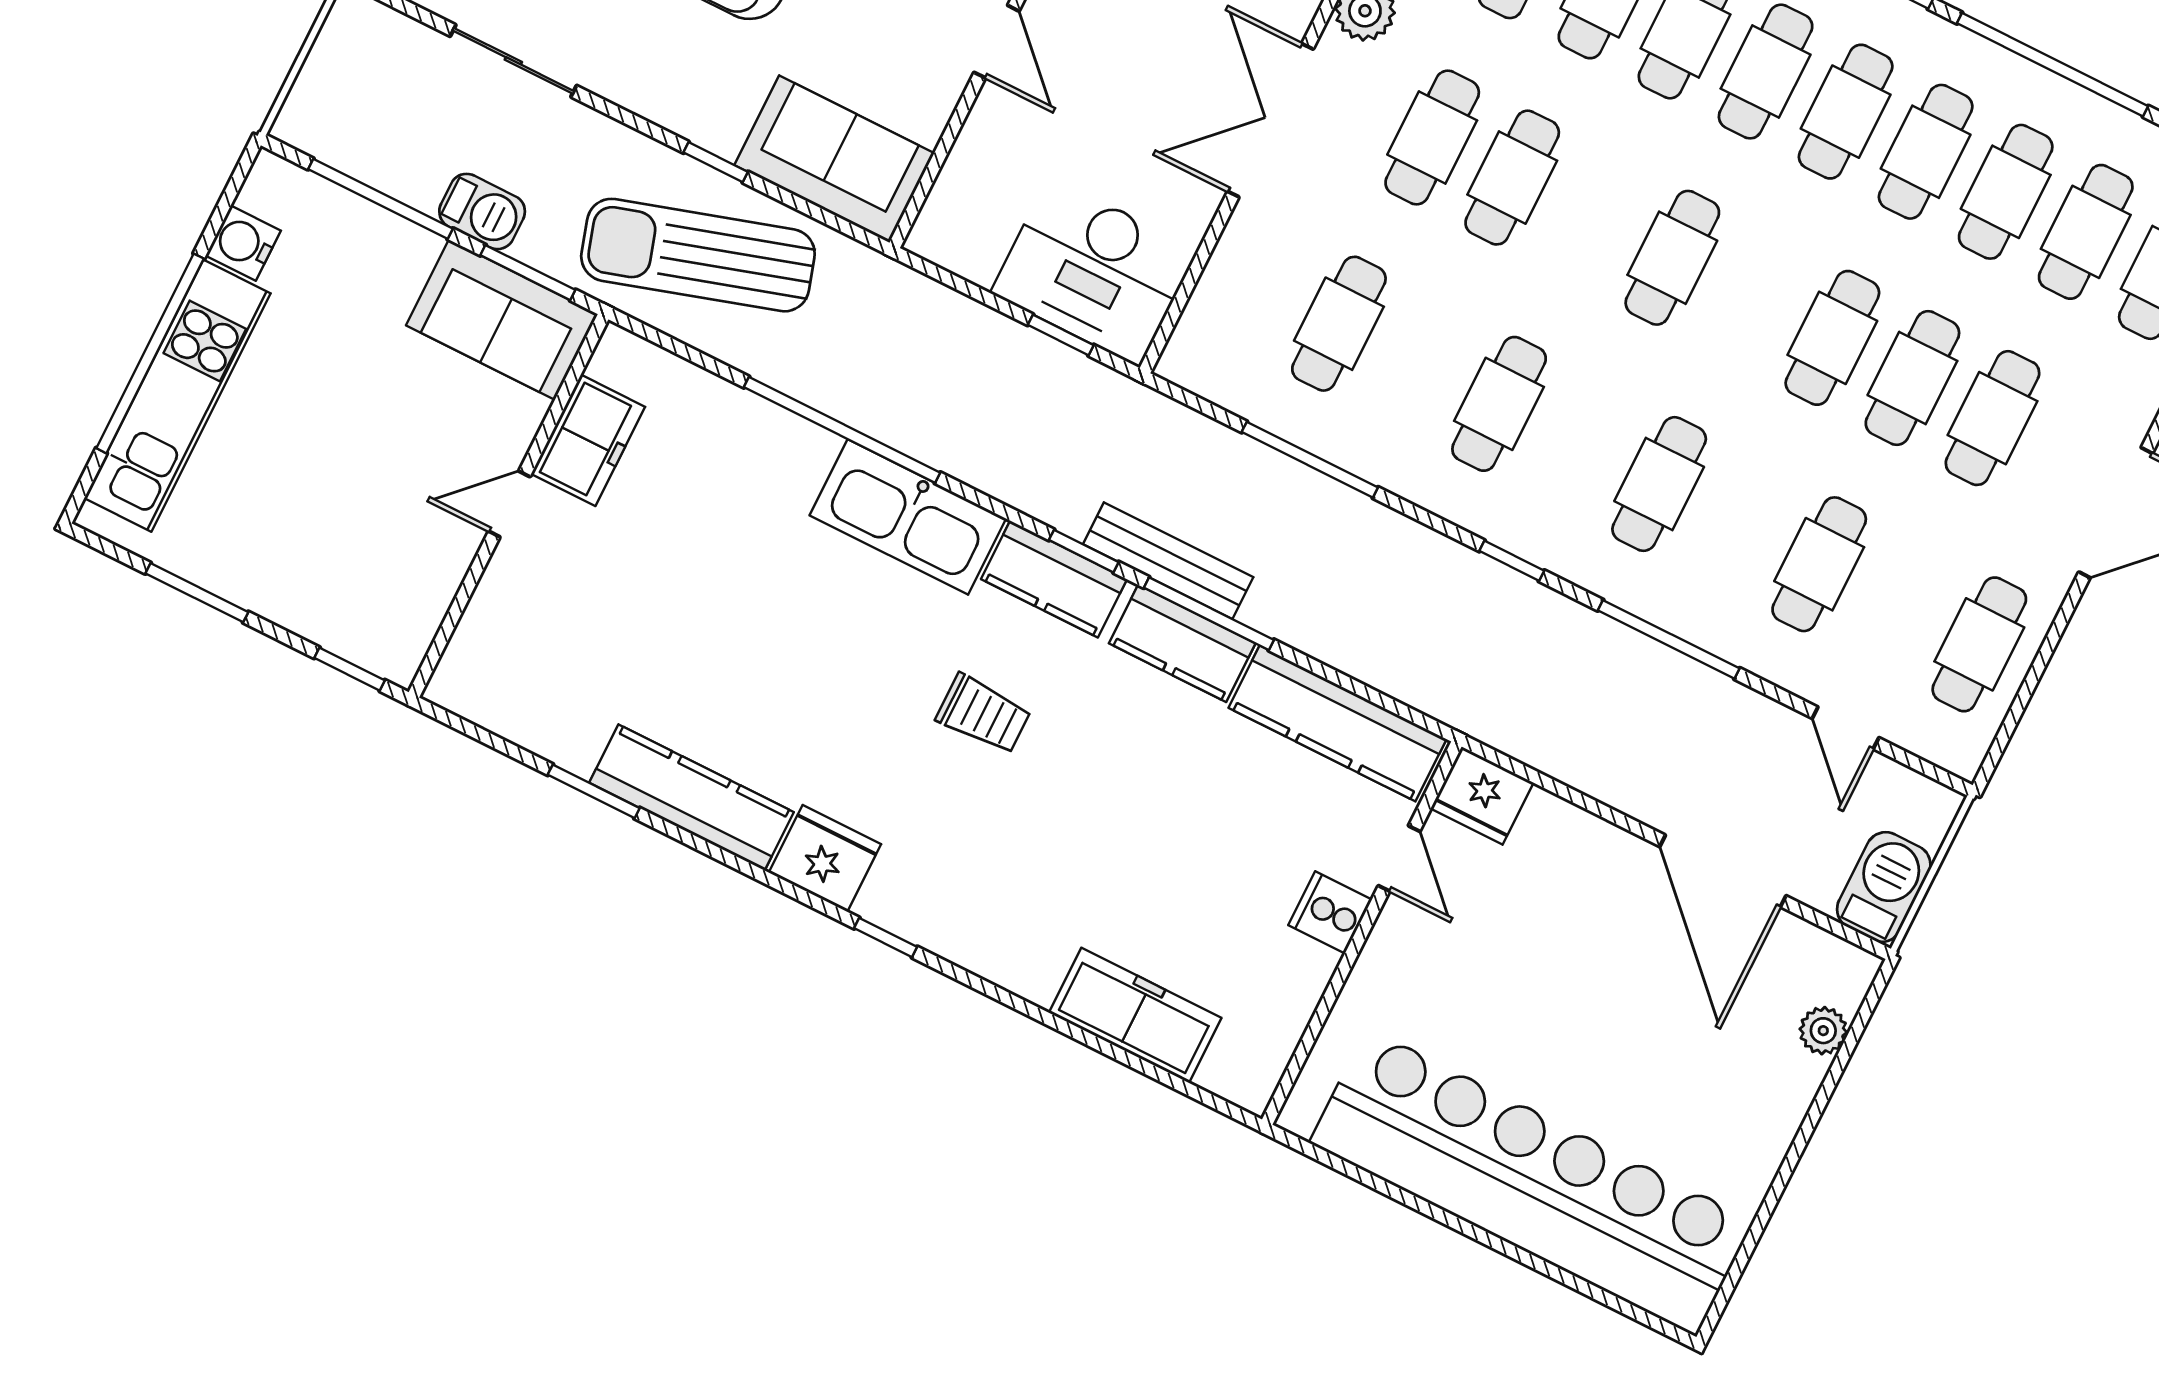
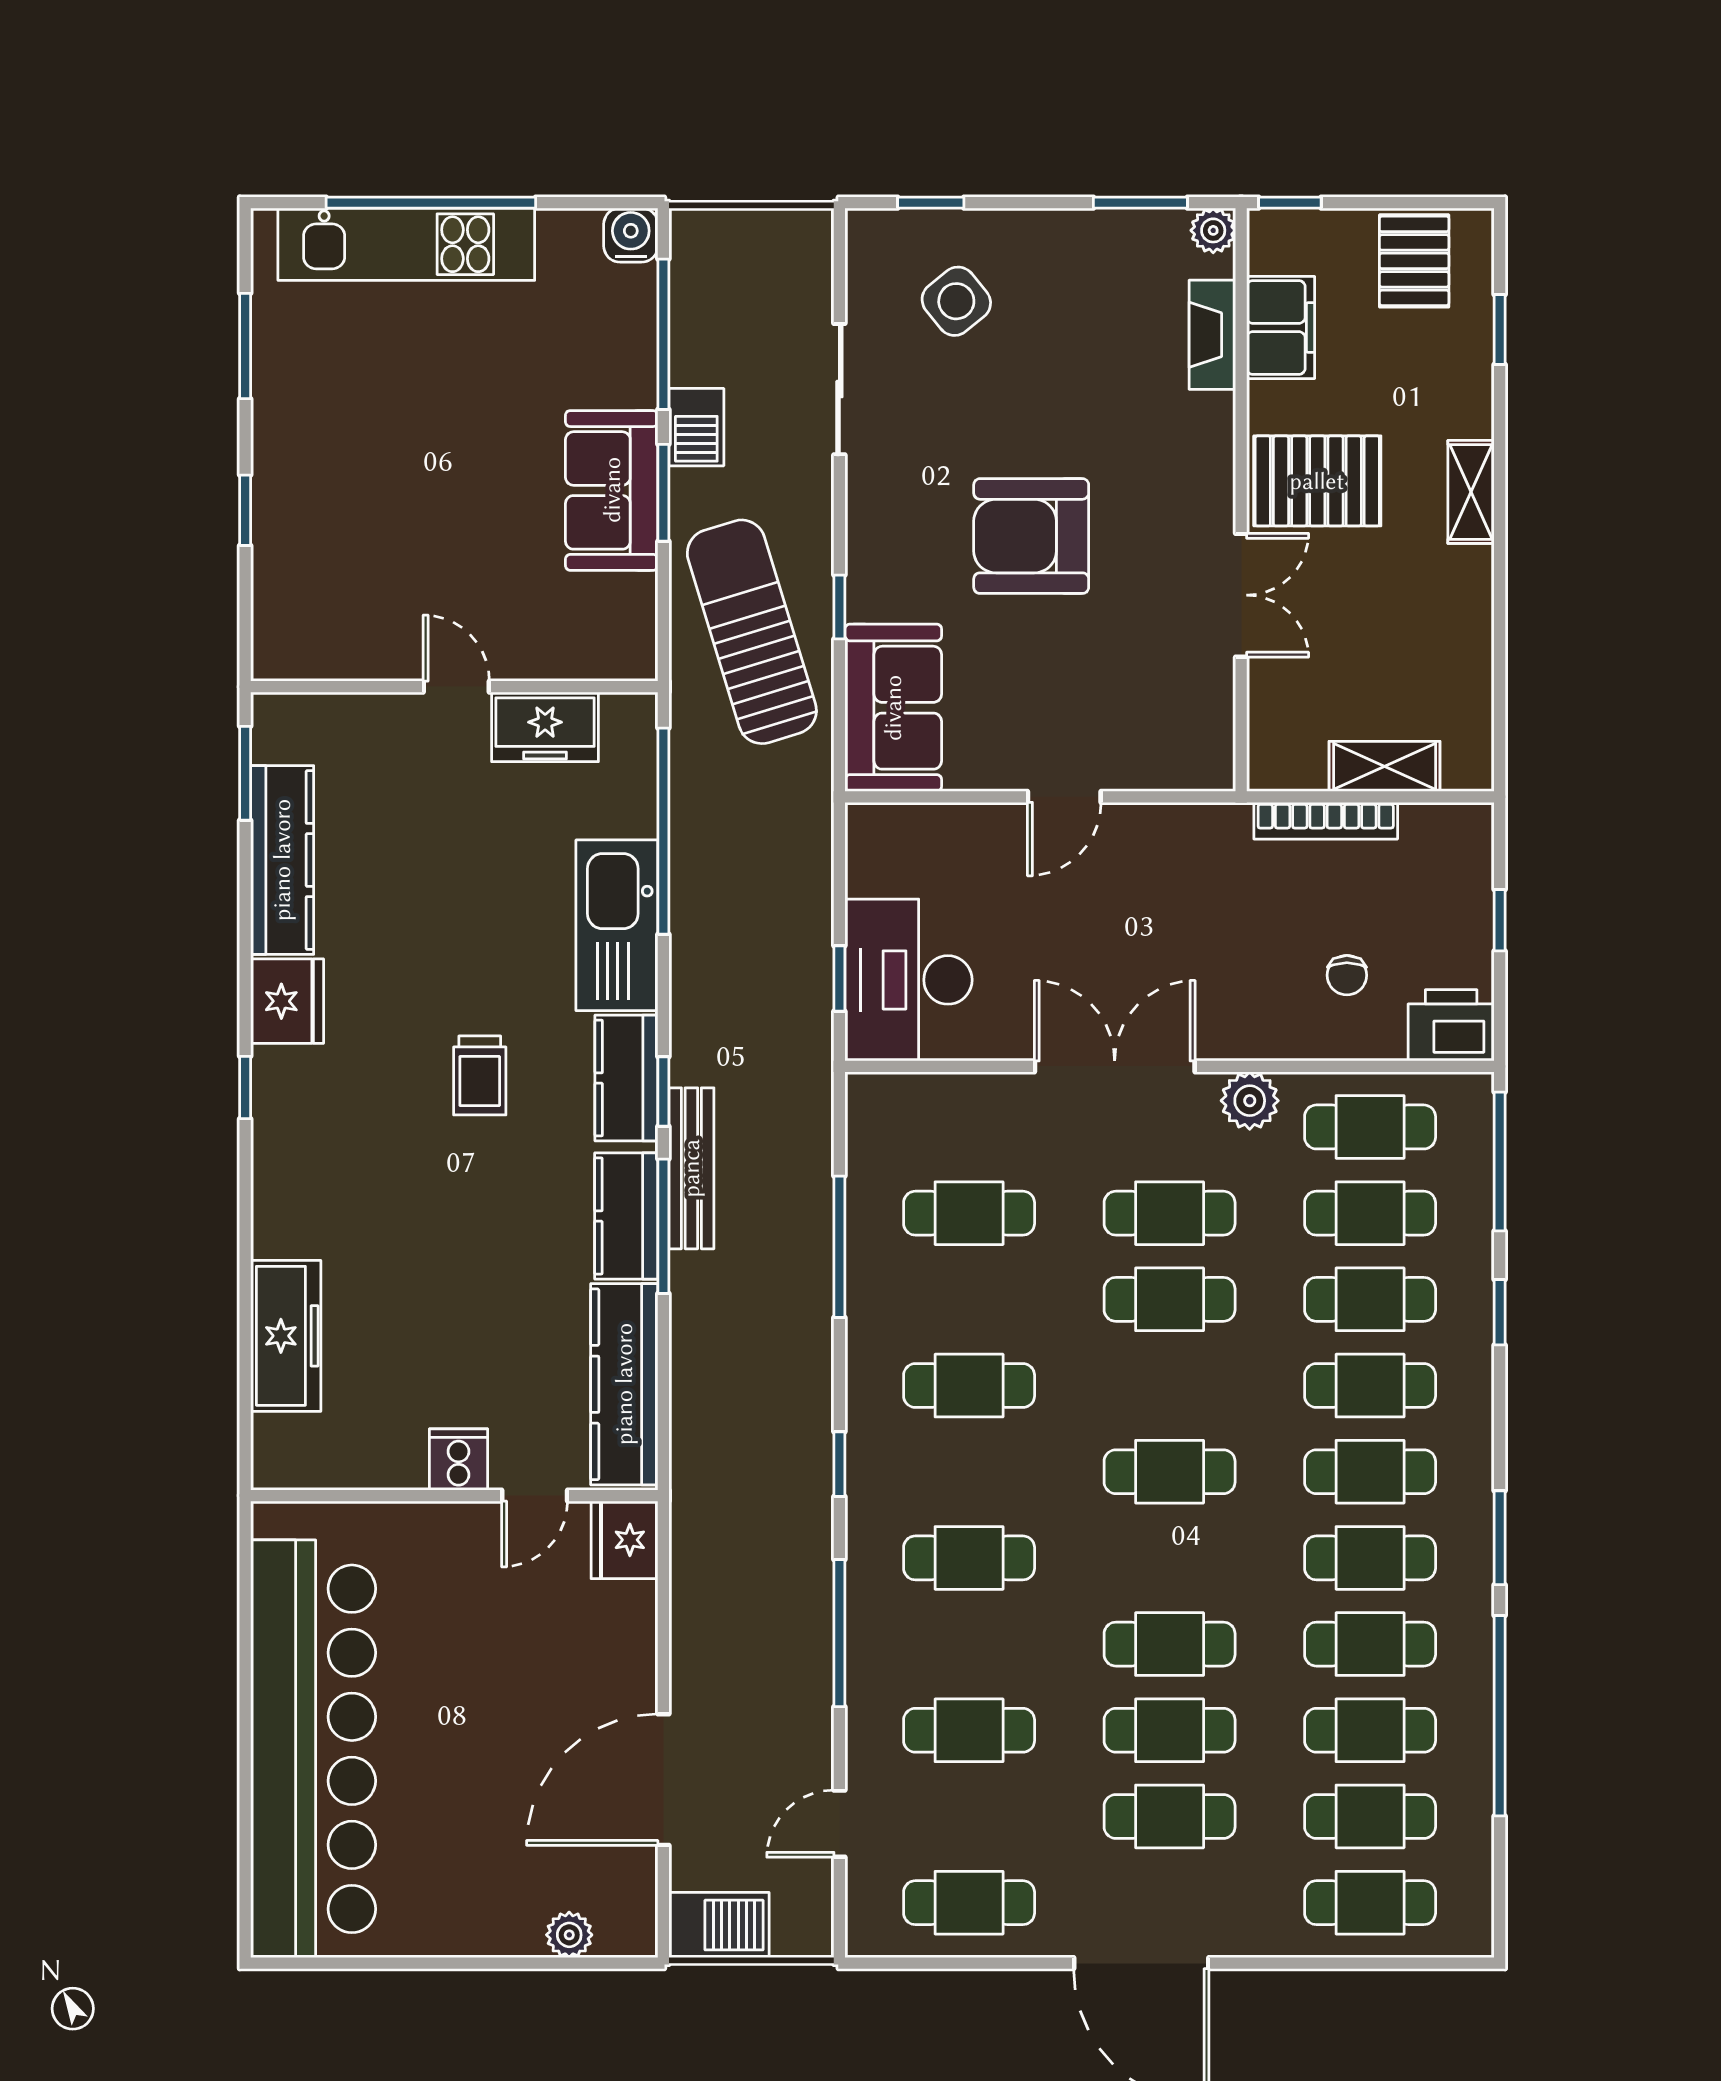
water cooler: (243, 243) -> (631, 235), moved
freezer: (588, 440) -> (545, 727), moved
door: (509, 504) -> (456, 687), moved
wall: (508, 506) -> (454, 687), moved

